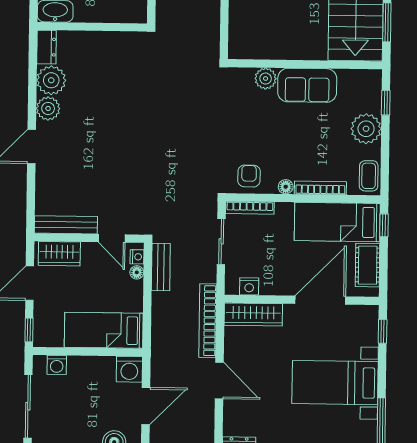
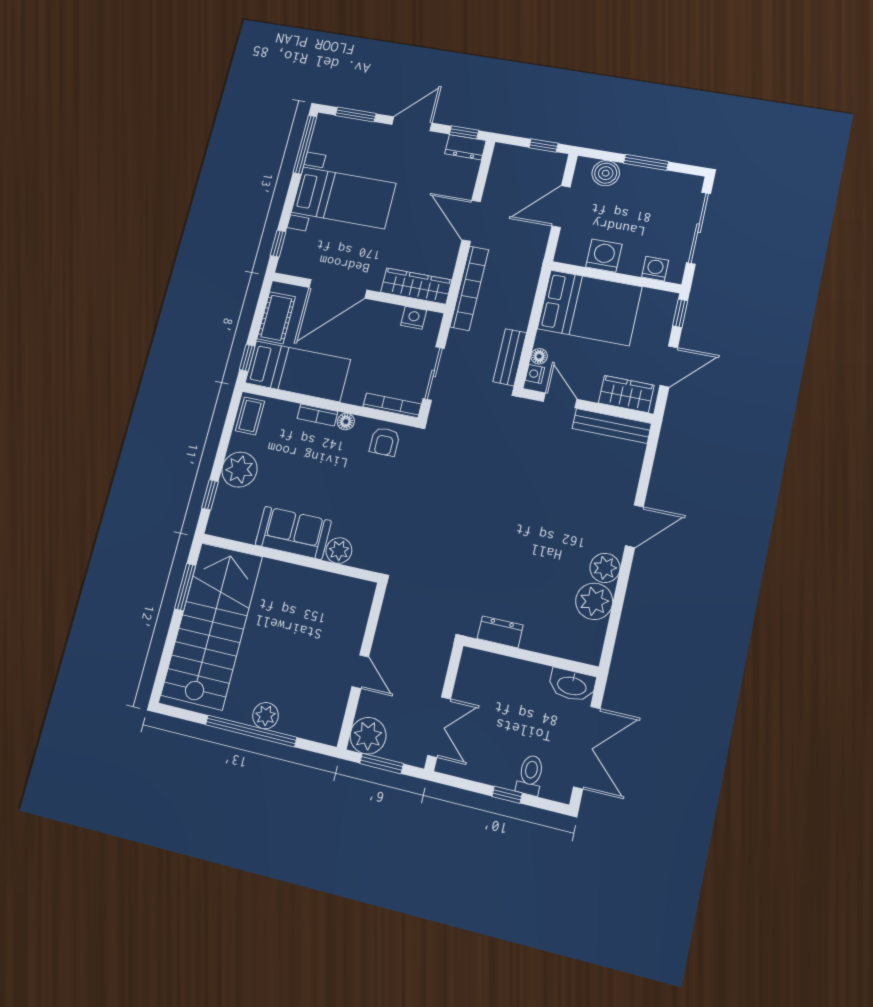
dresser: (46, 47) -> (500, 632), moved, turned 90
bookcase: (320, 188) -> (317, 415), width x0.64
bed: (104, 330) -> (590, 308), width x1.50
washing machine: (129, 369) -> (604, 256), moved

